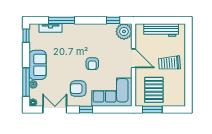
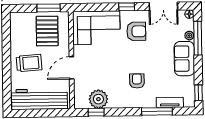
workbench: (161, 30) -> (39, 99), width x1.36, depth x1.32
plant: (124, 32) -> (98, 99), moved
door: (133, 58) -> (72, 68), hinge flipped
armchair: (92, 64) -> (137, 81), moved

